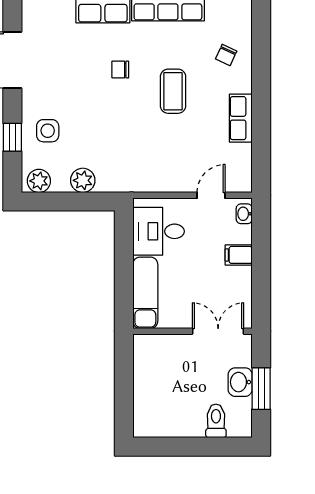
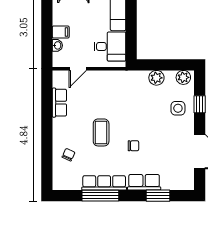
row of seats: (241, 118) -> (59, 103), moved
washbasin: (244, 214) -> (57, 45), moved

